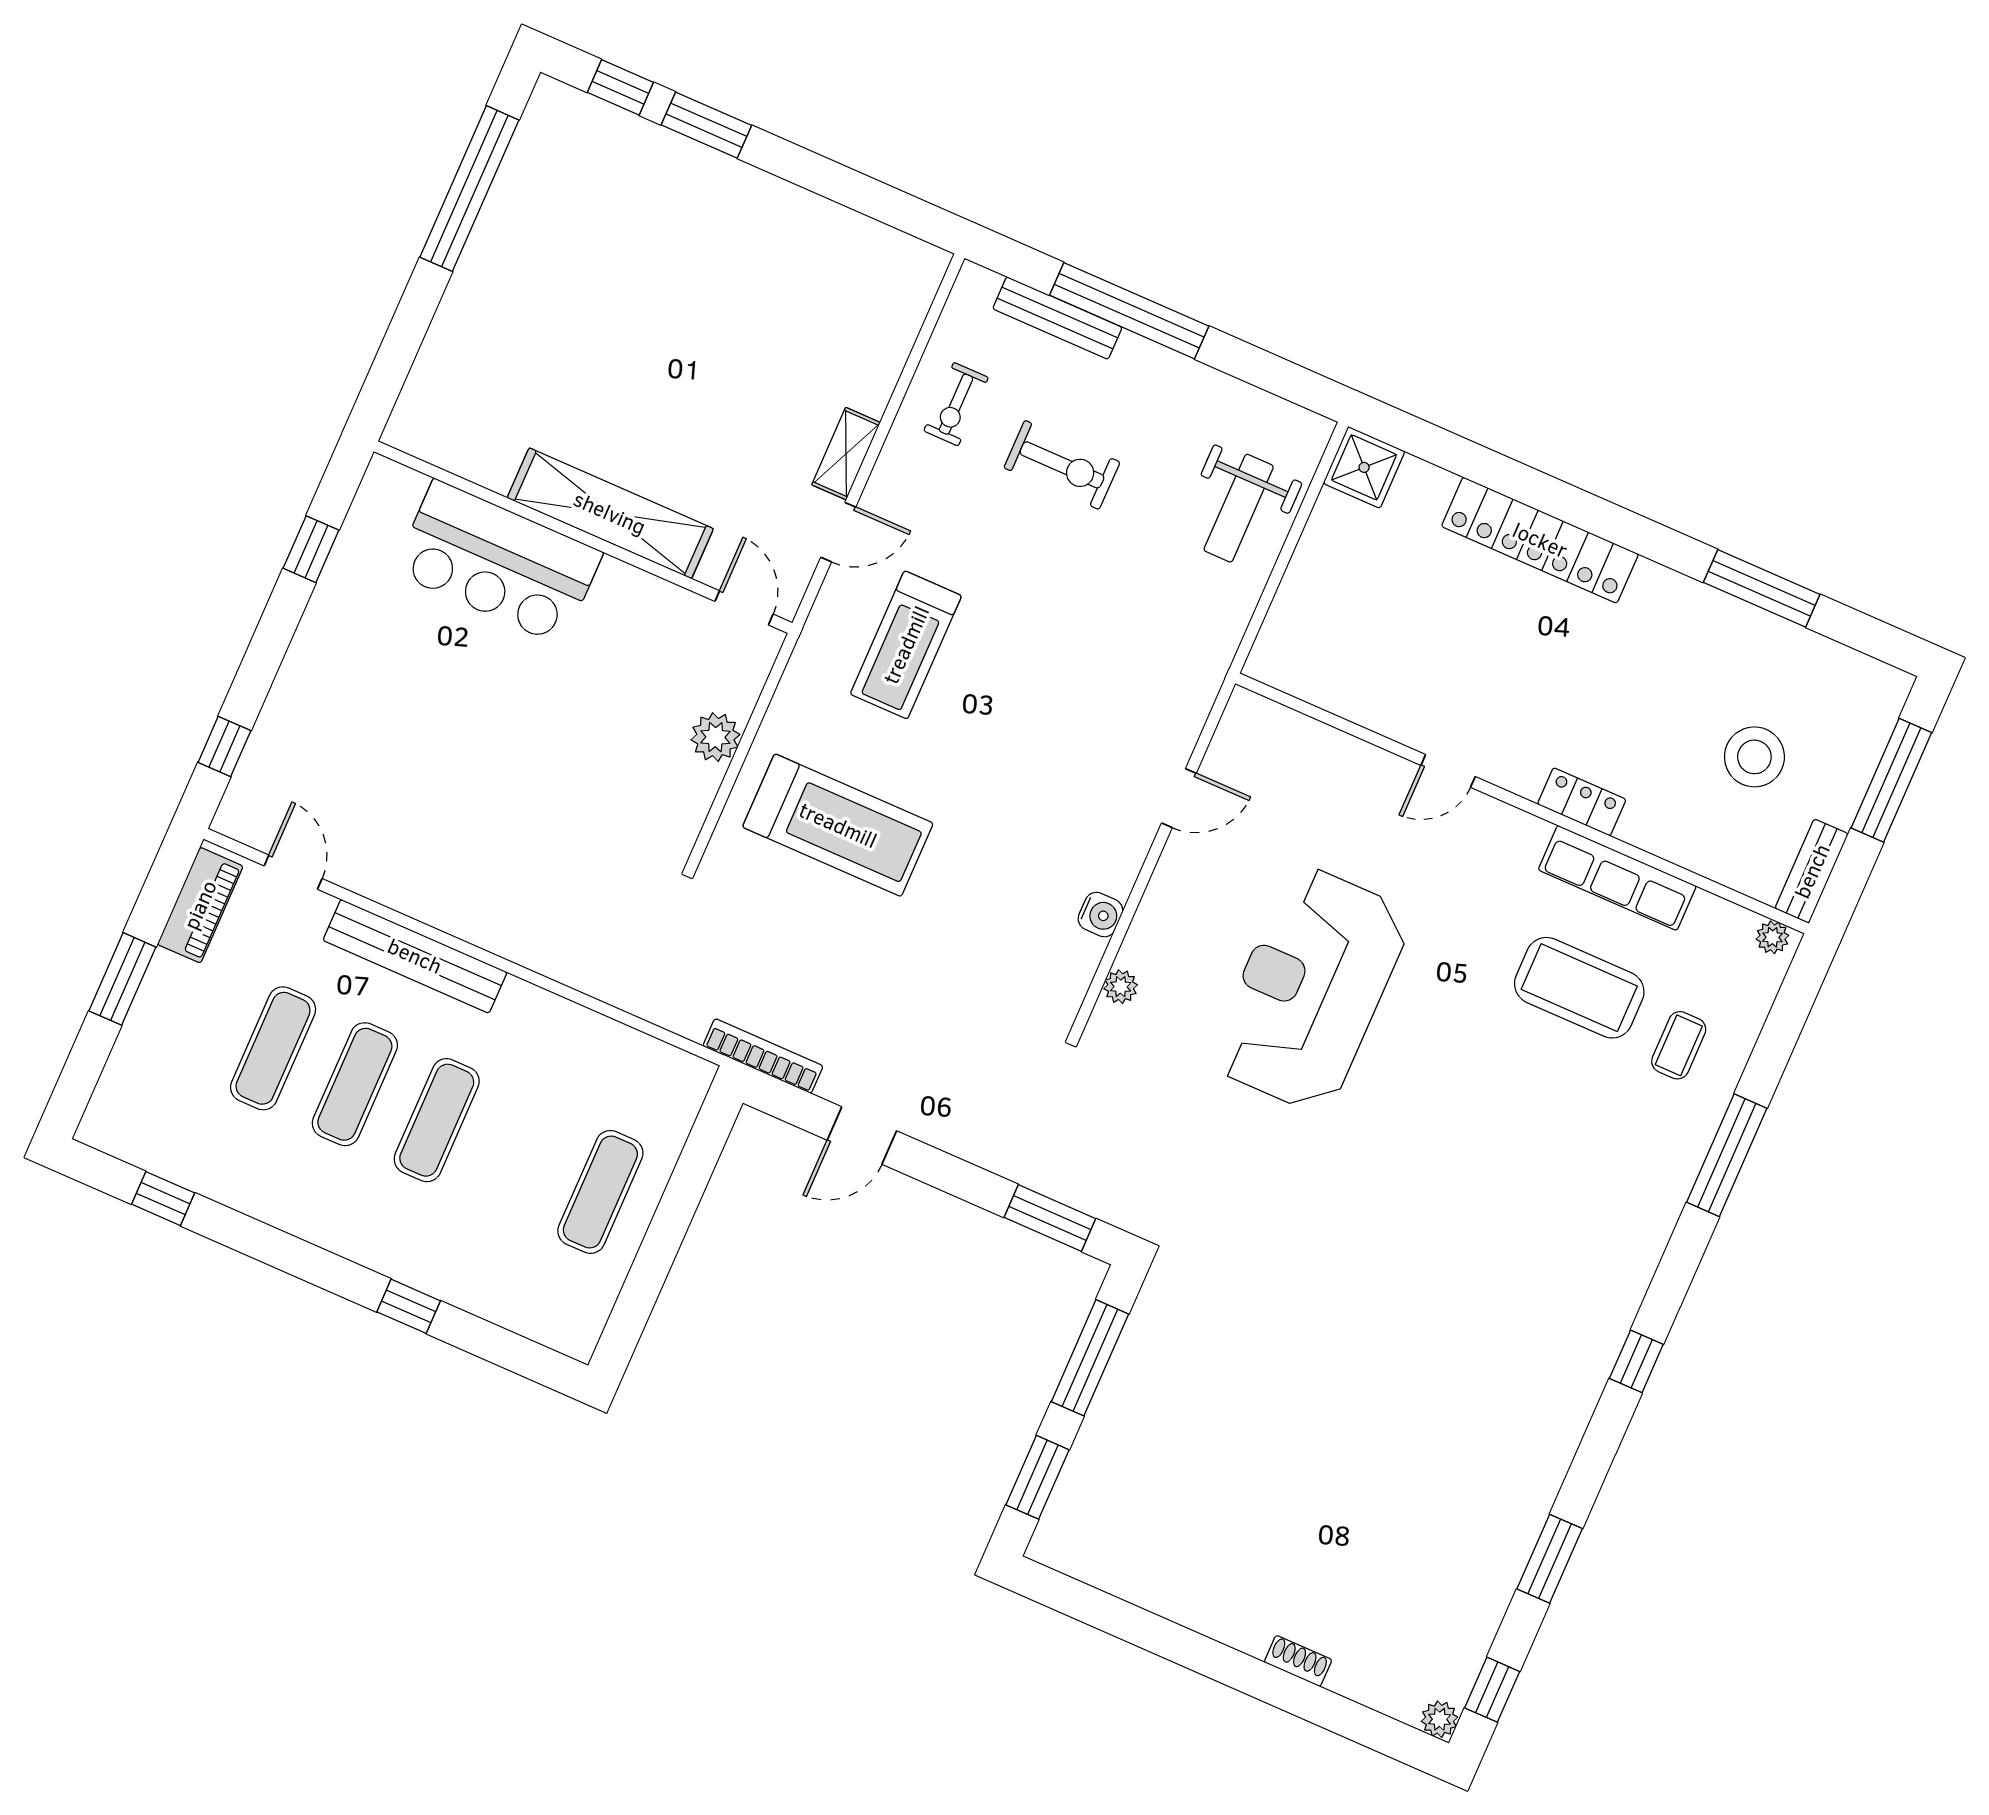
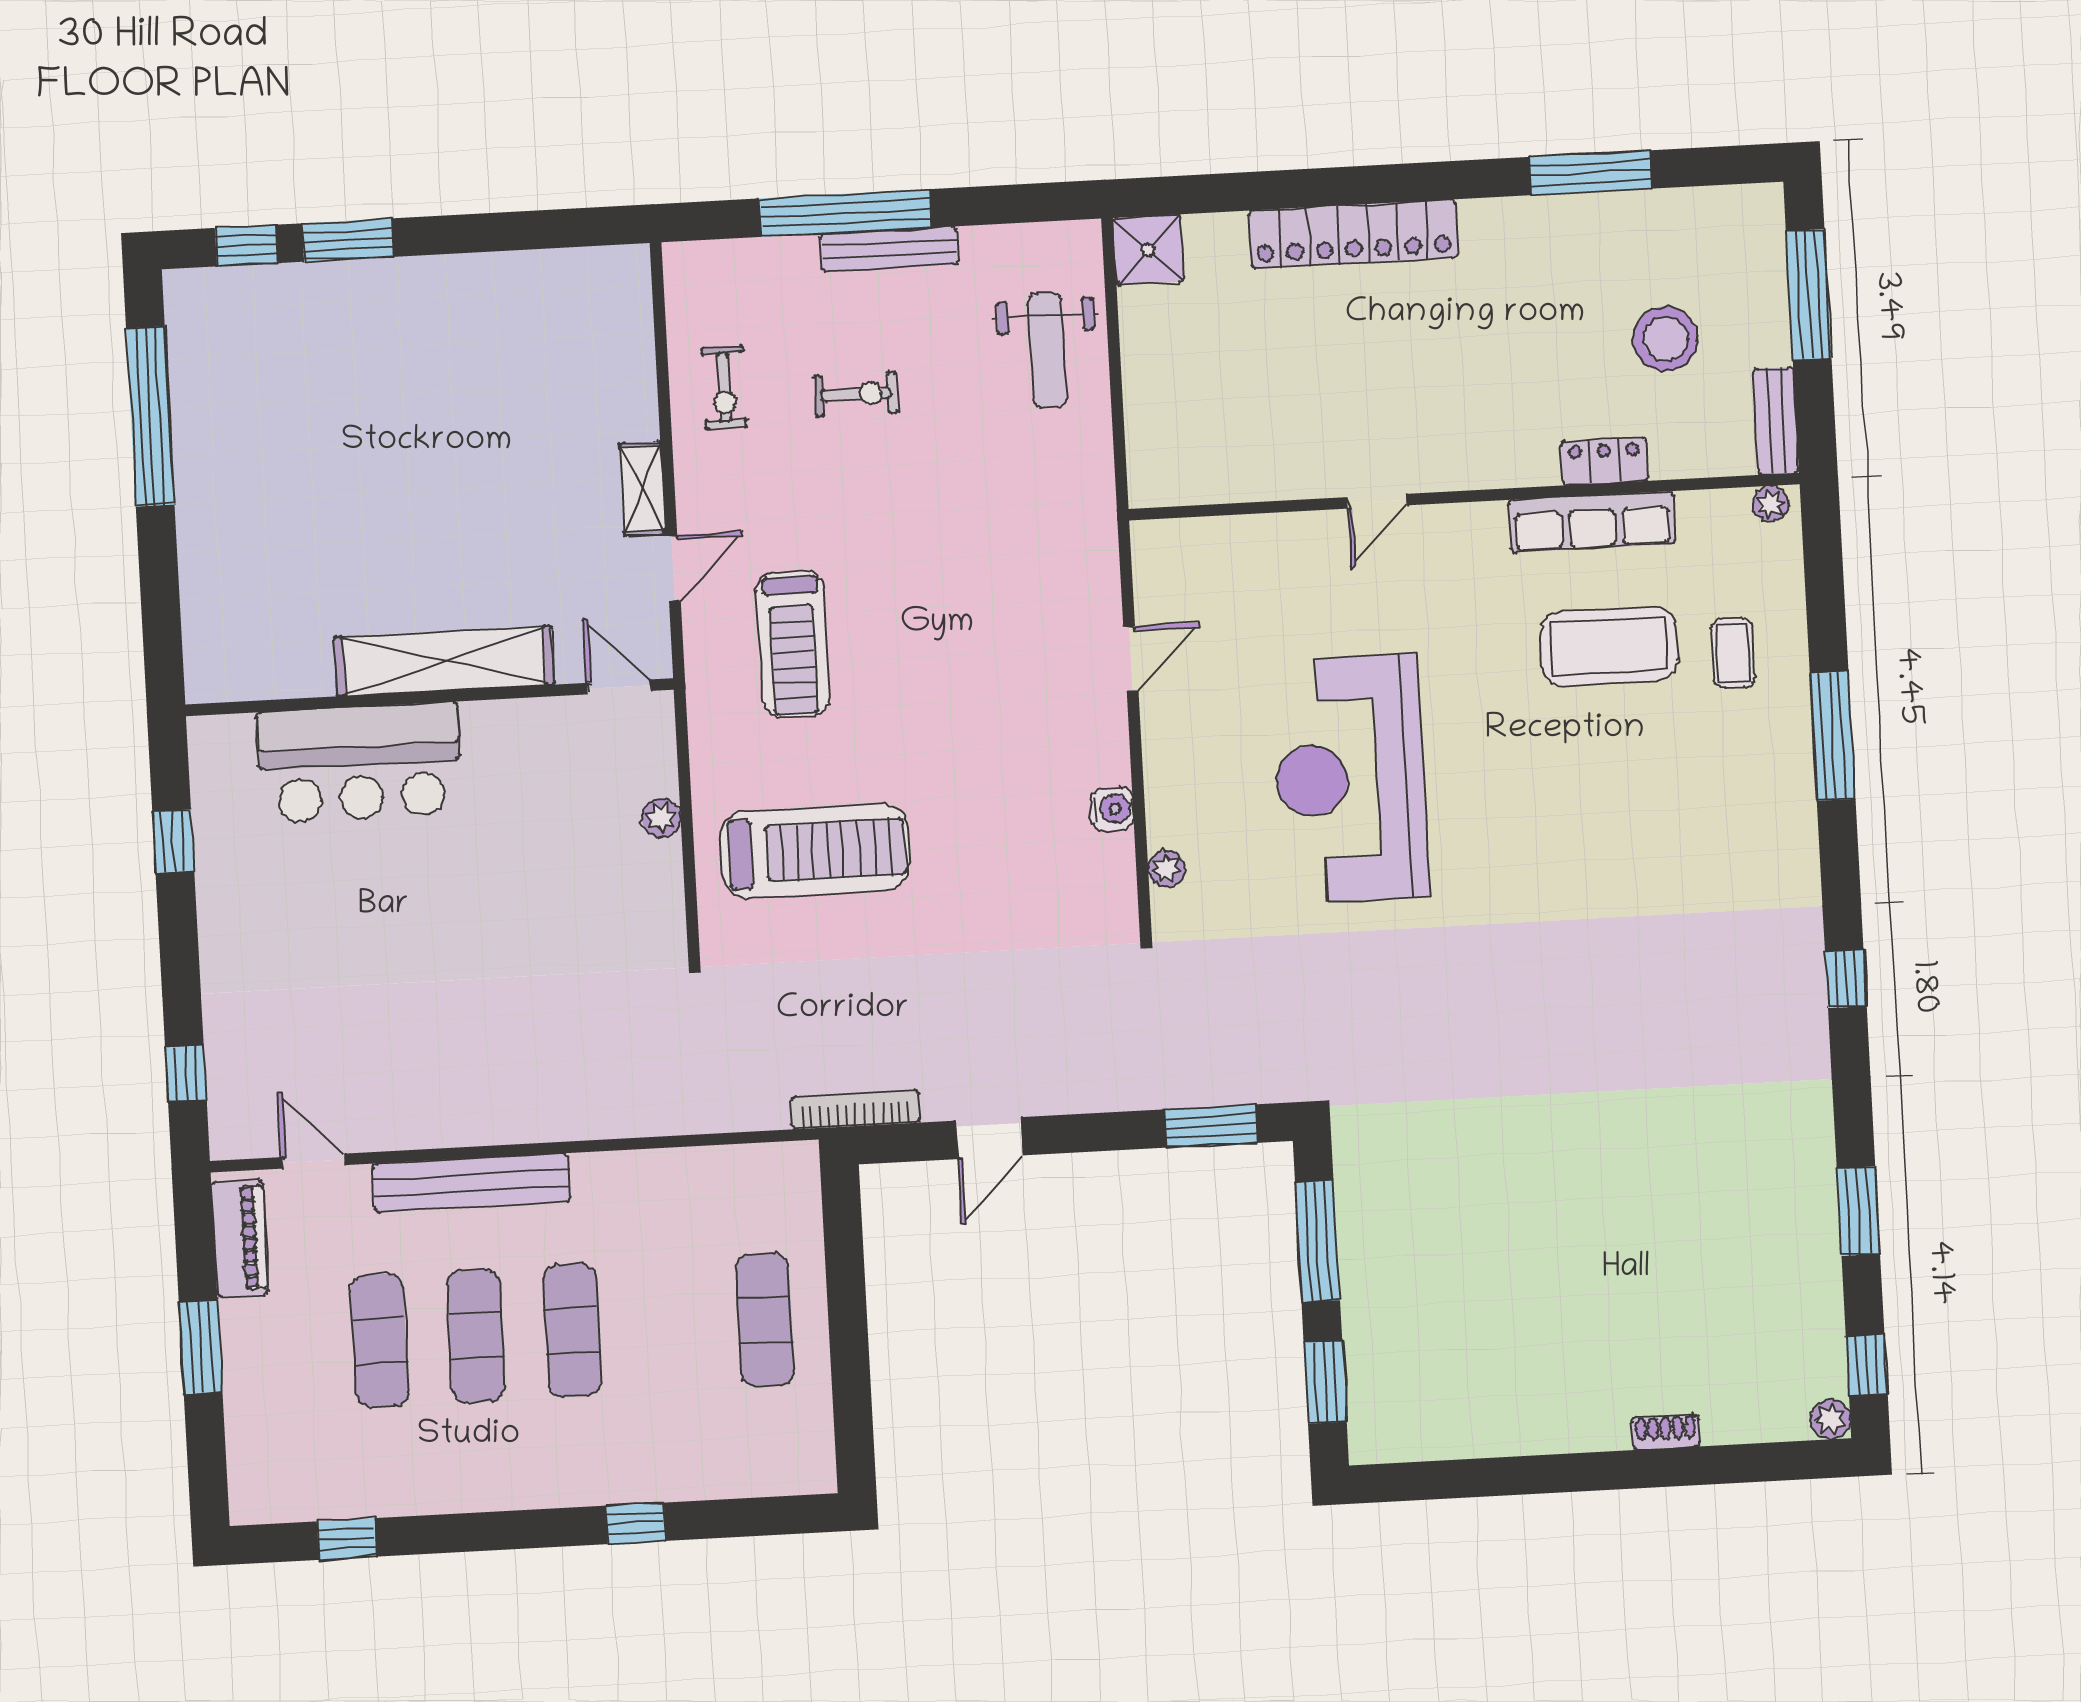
bench: (1057, 318) -> (889, 249), moved
exercise bike: (1062, 465) -> (856, 394), width x0.73, depth x0.72
plant: (715, 737) -> (661, 818), width x0.73, depth x0.73
locker: (1582, 802) -> (1604, 461), moved

